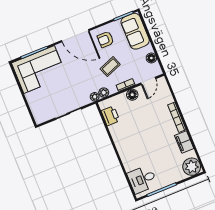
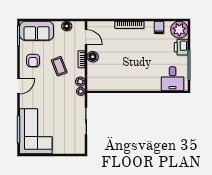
door: (75, 36) -> (19, 86), width x0.53
printer: (110, 116) -> (181, 47), moved, turned -90
filing cabinet: (184, 142) -> (159, 27), width x0.50

